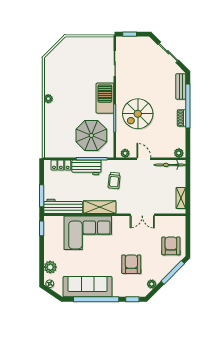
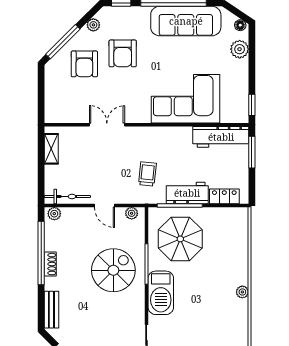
window: (188, 106) -> (41, 253), moved
shelving: (100, 207) -> (168, 136), removed
armchair: (171, 246) -> (84, 64), moved

